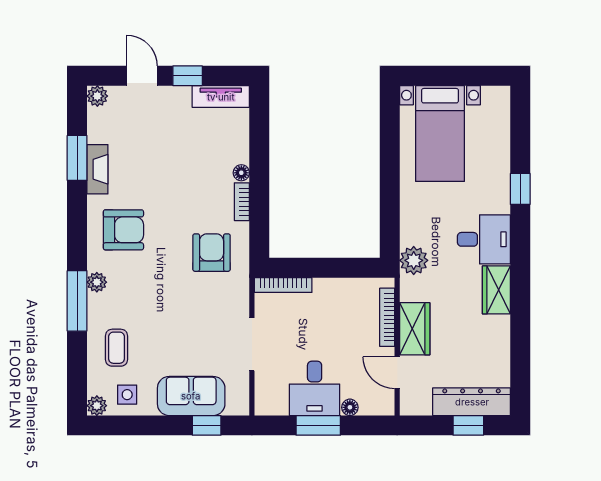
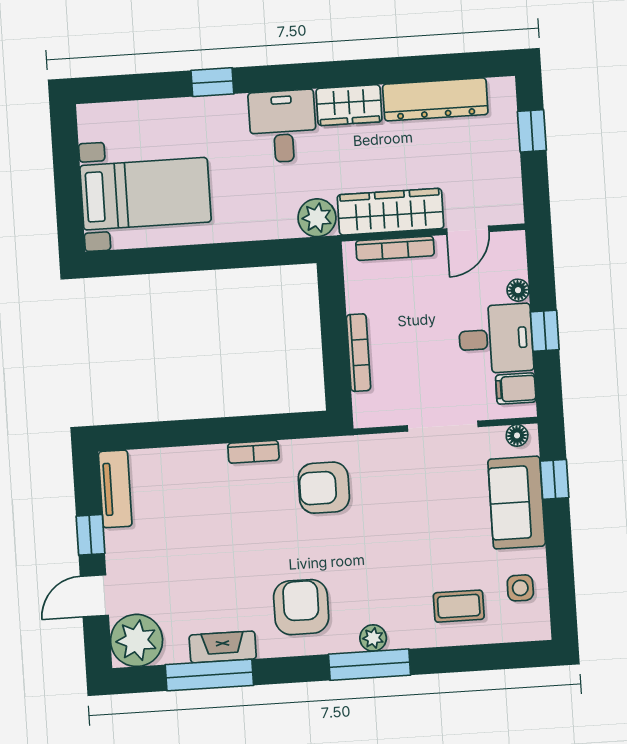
plant: (97, 96) -> (137, 640), width x1.88, depth x1.88
window: (77, 158) -> (209, 675), width x1.44
floor lamp: (241, 173) -> (517, 435), moved
bookcase: (283, 285) -> (358, 353), moved
window: (77, 301) -> (369, 665), moved
wardrobe: (415, 329) -> (391, 212), width x1.50
filing cabinet: (276, 401) -> (516, 389), added
dresser: (472, 402) -> (435, 99), moved, turned -90
plant: (97, 406) -> (538, 627), removed
window: (318, 425) -> (545, 331), width x0.67

